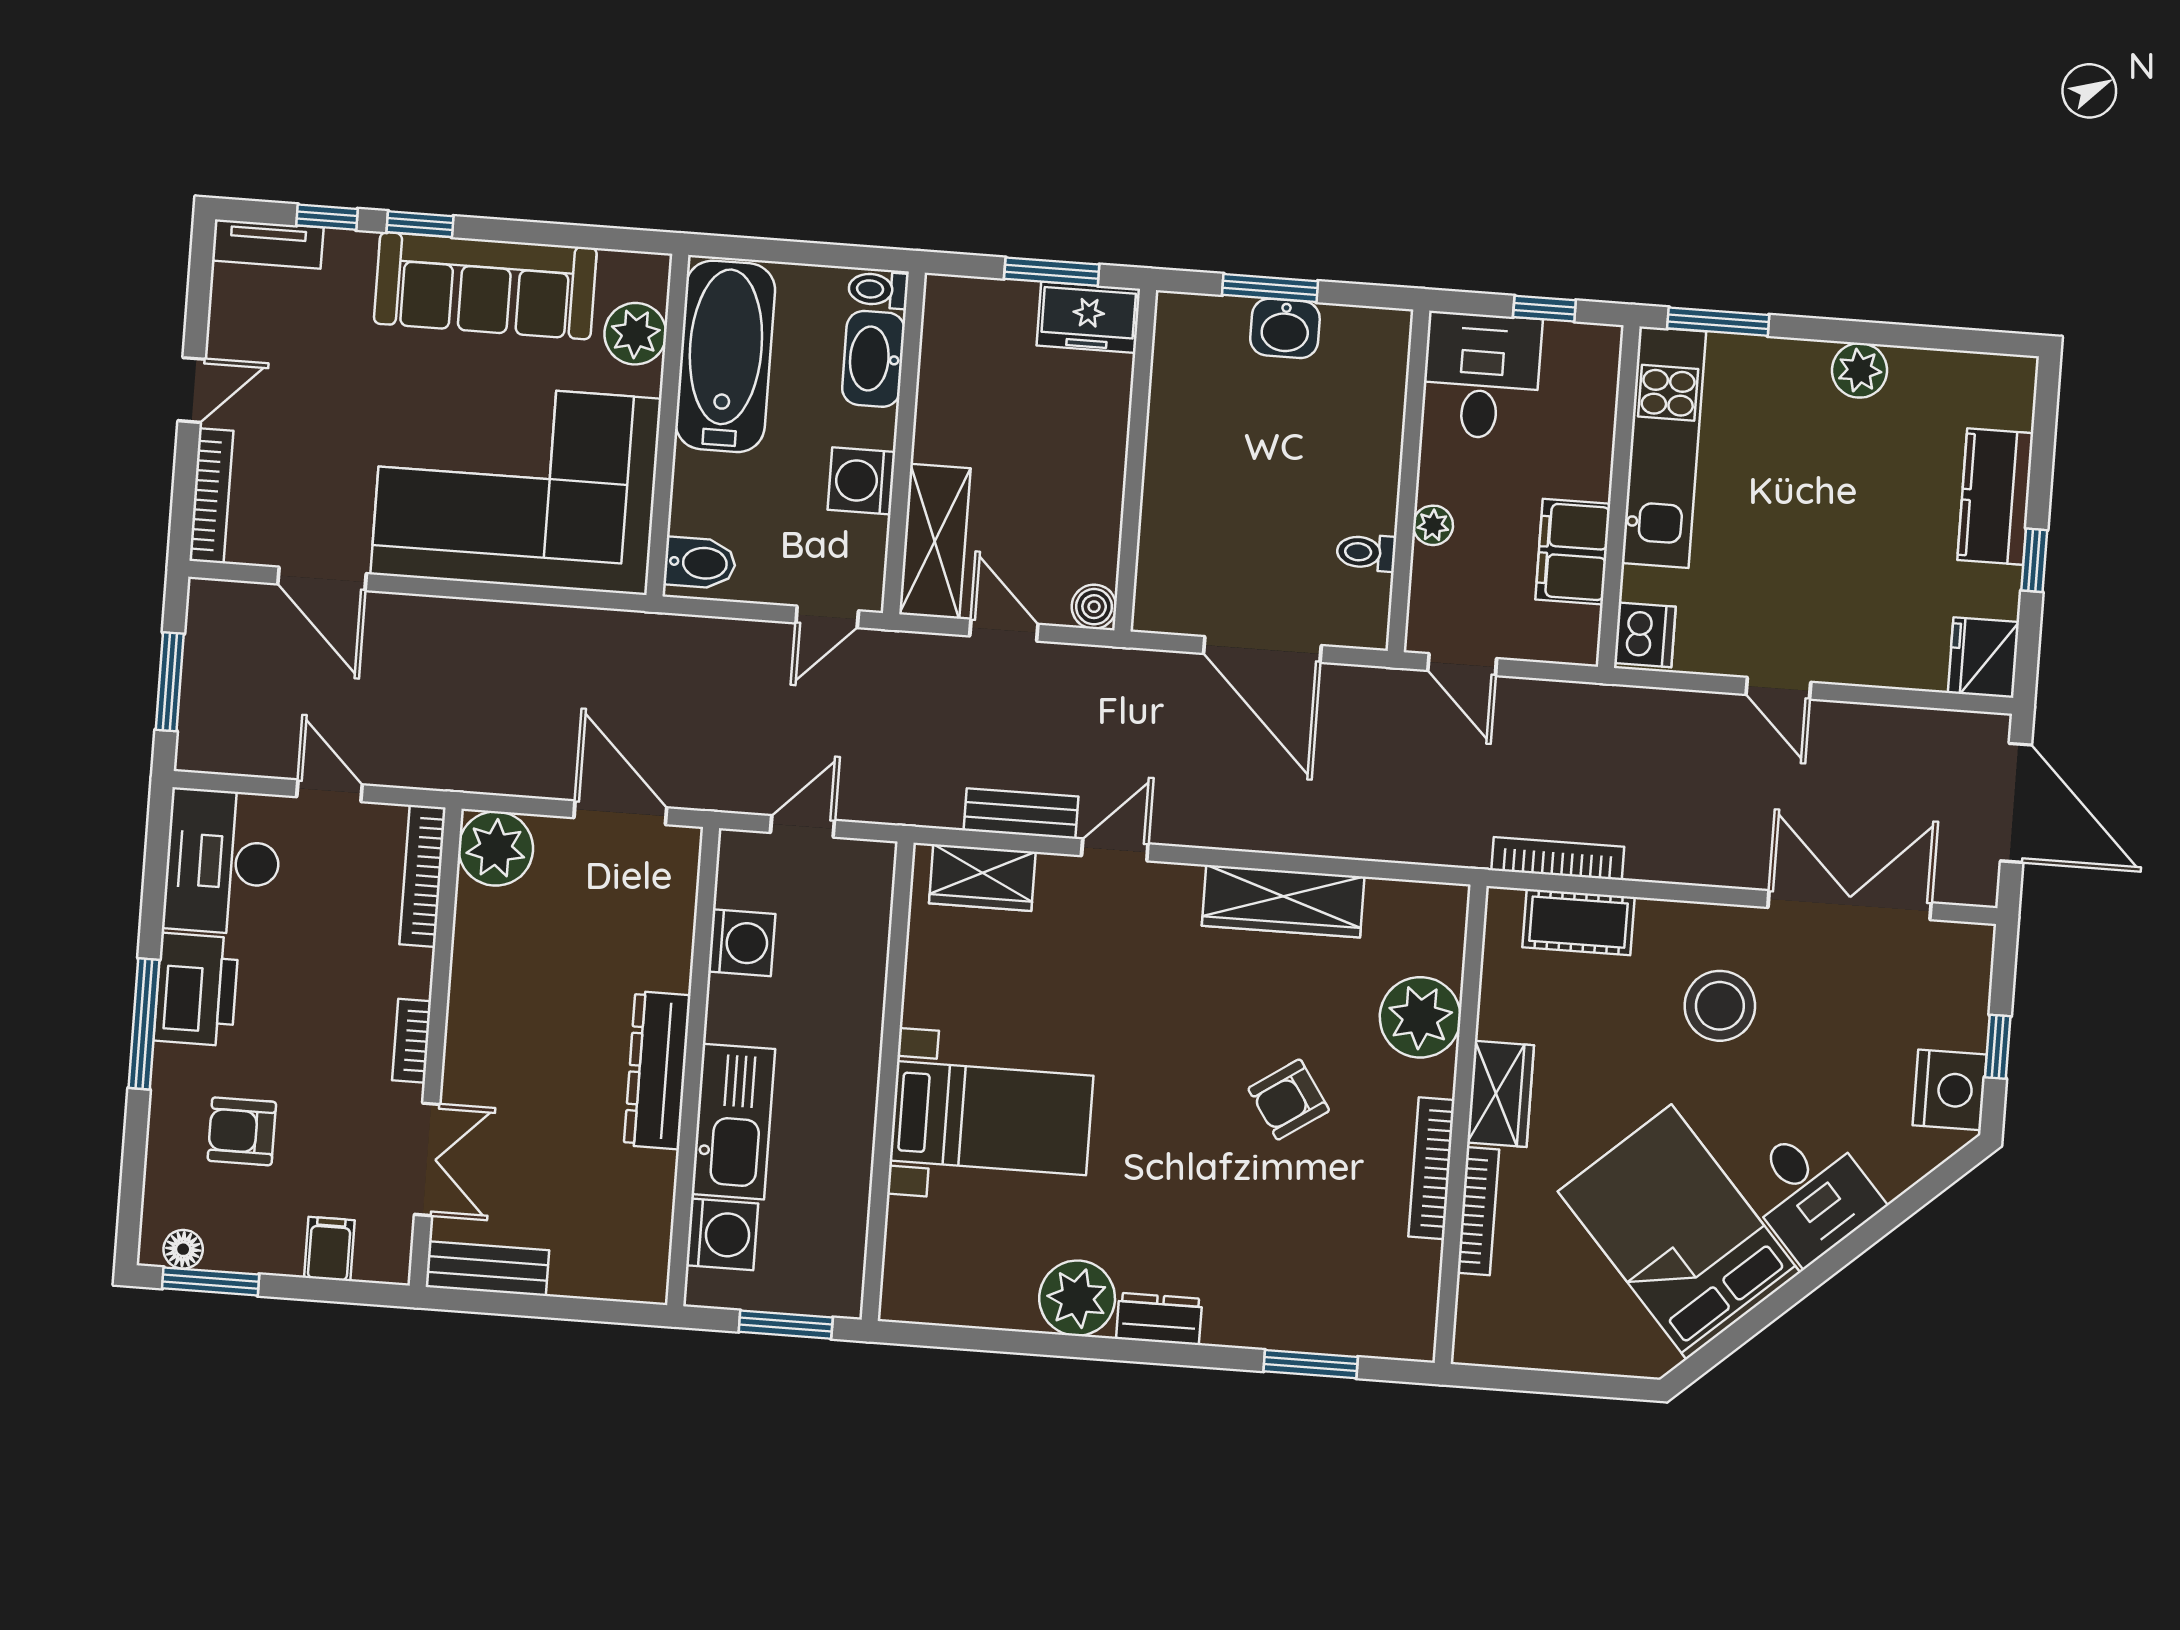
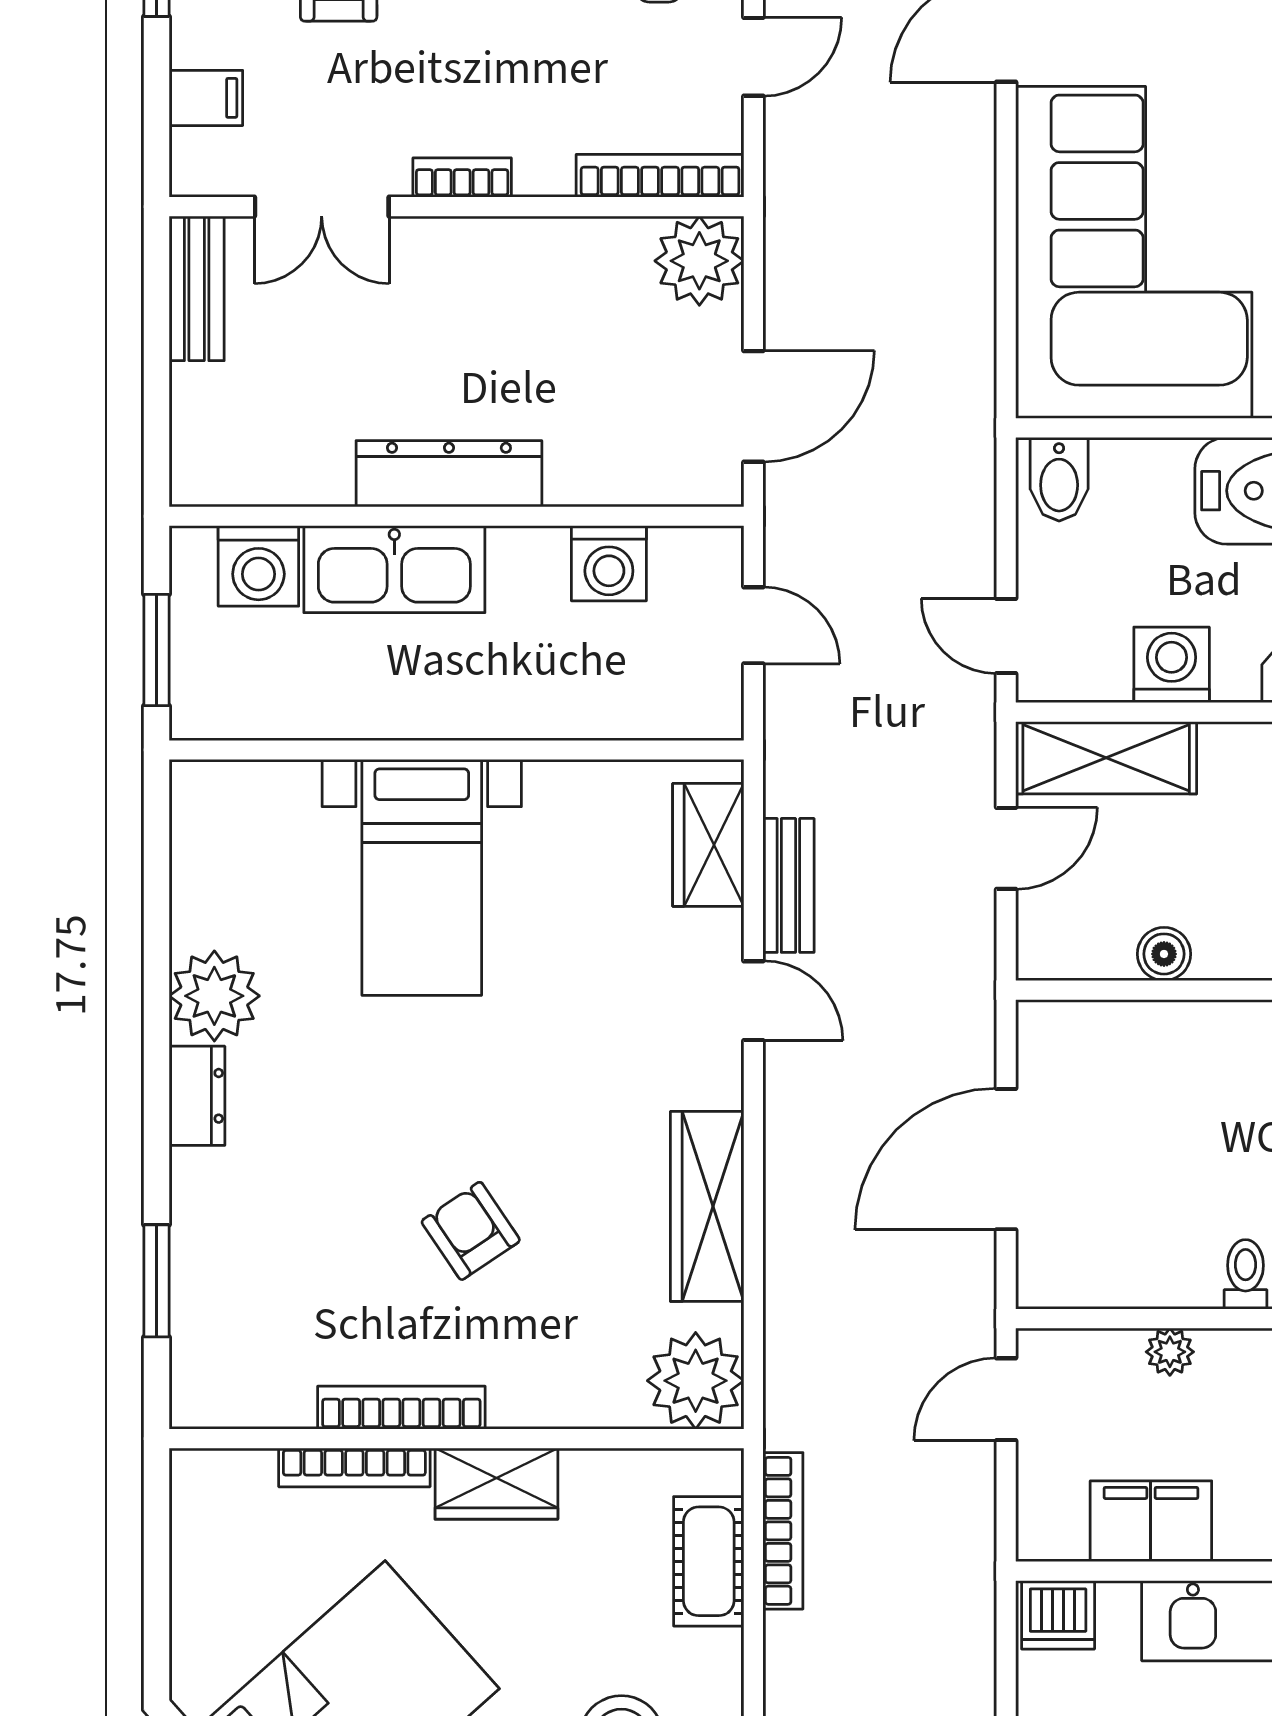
toilet: (1366, 552) -> (1245, 1274), moved
boiler: (1094, 607) -> (1164, 954), moved
plant: (1420, 1017) -> (696, 1381), moved

